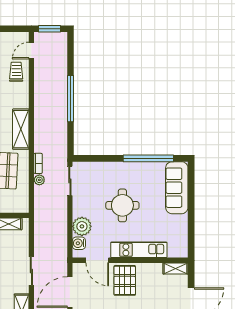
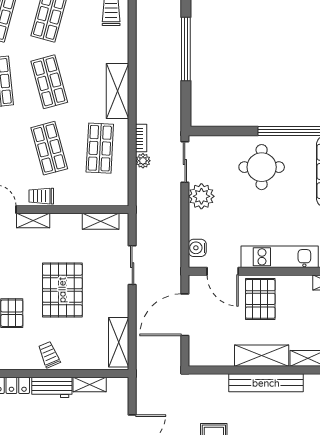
round table: (122, 205) -> (262, 167), moved
plant: (82, 226) -> (201, 196), moved
sliding door: (31, 271) -> (132, 265), moved

